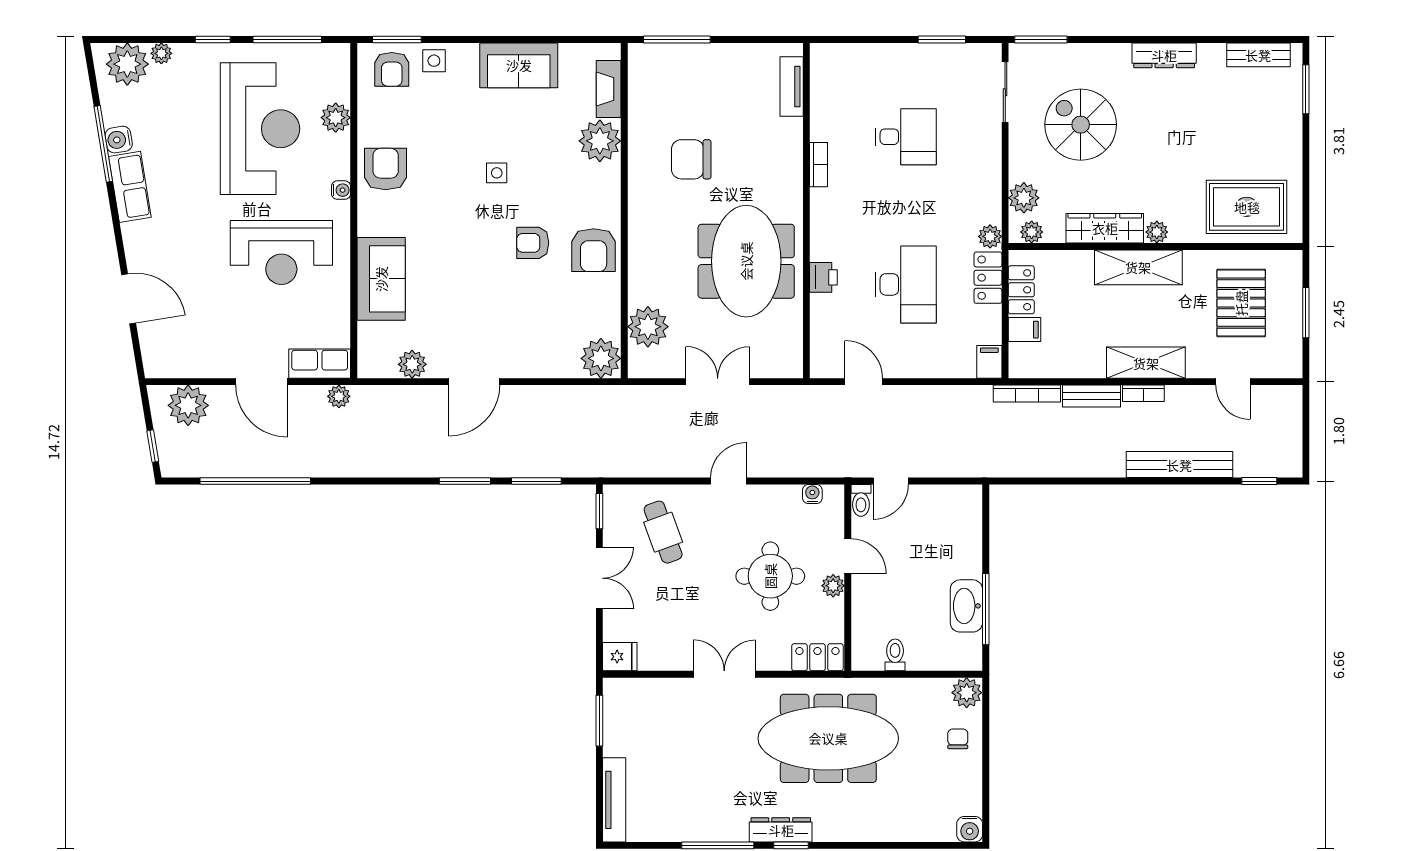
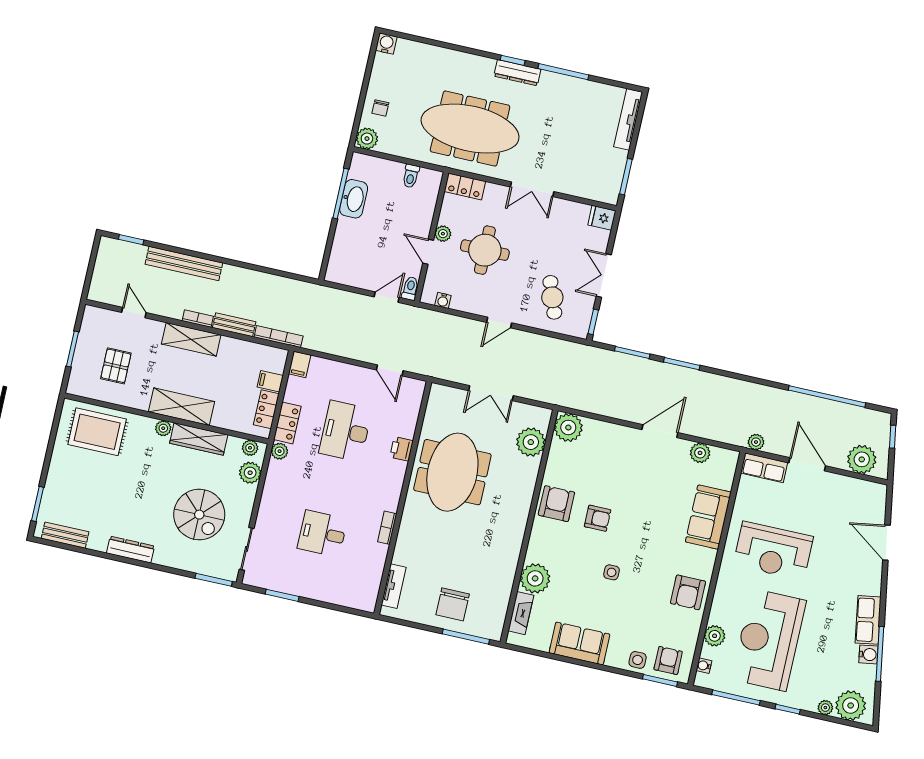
chair: (691, 159) -> (453, 604), moved, turned 90
water cooler: (341, 190) -> (704, 666), moved
reception desk: (281, 253) -> (773, 551), turned 180
pallet: (1241, 303) -> (116, 366), width x0.67, depth x0.71

